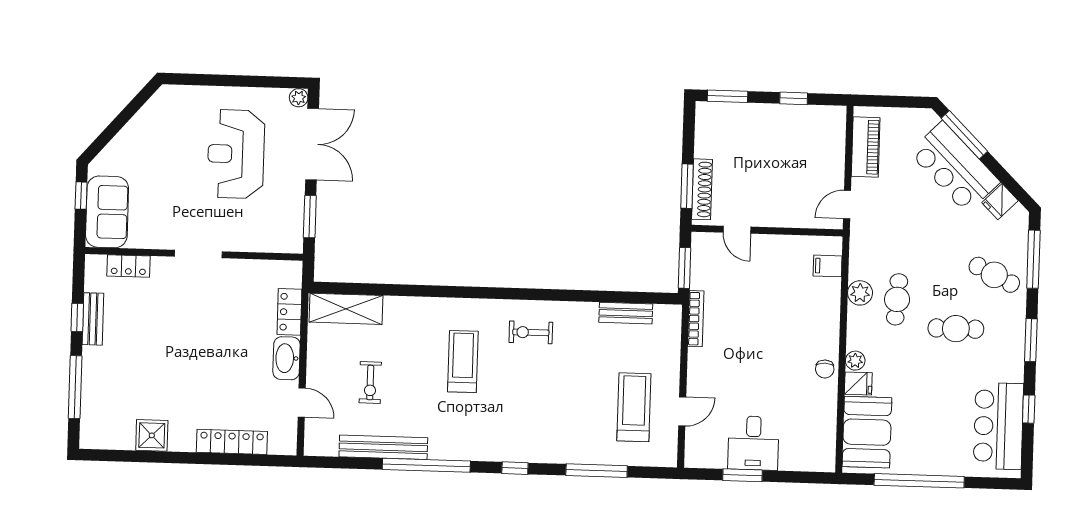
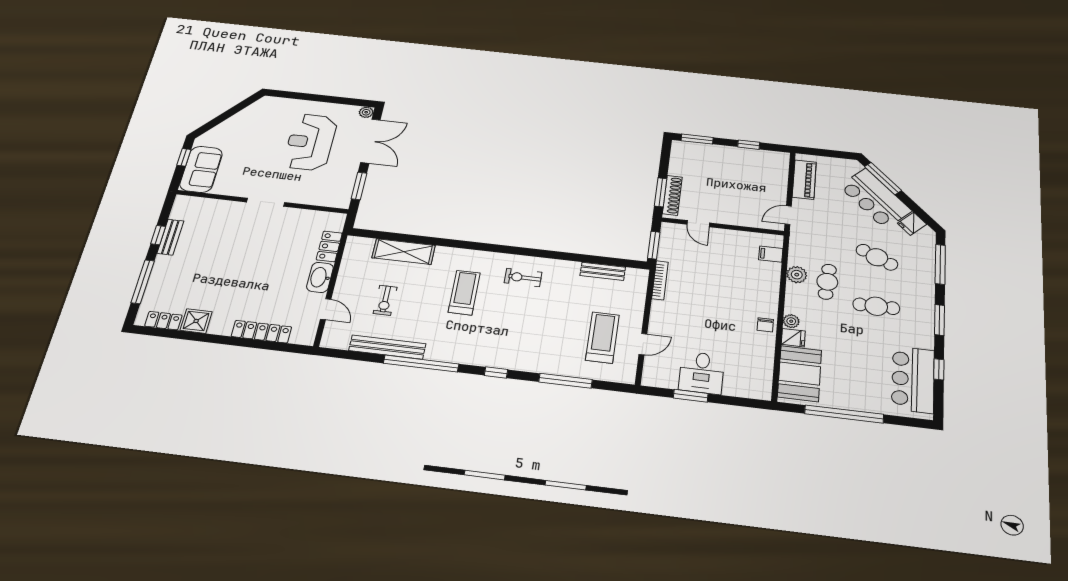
locker: (128, 266) -> (163, 321), moved, turned 180
cafe table: (994, 275) -> (877, 257), moved
shelving: (346, 309) -> (403, 252), moved

